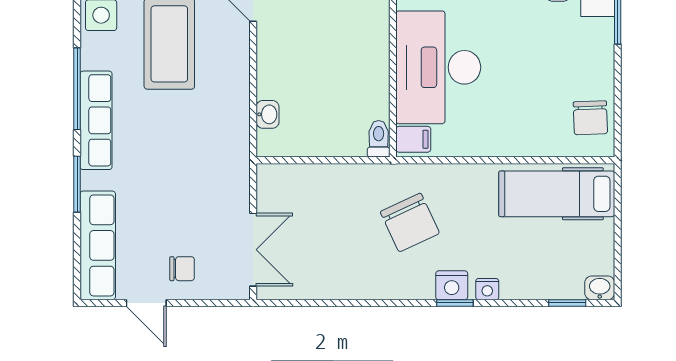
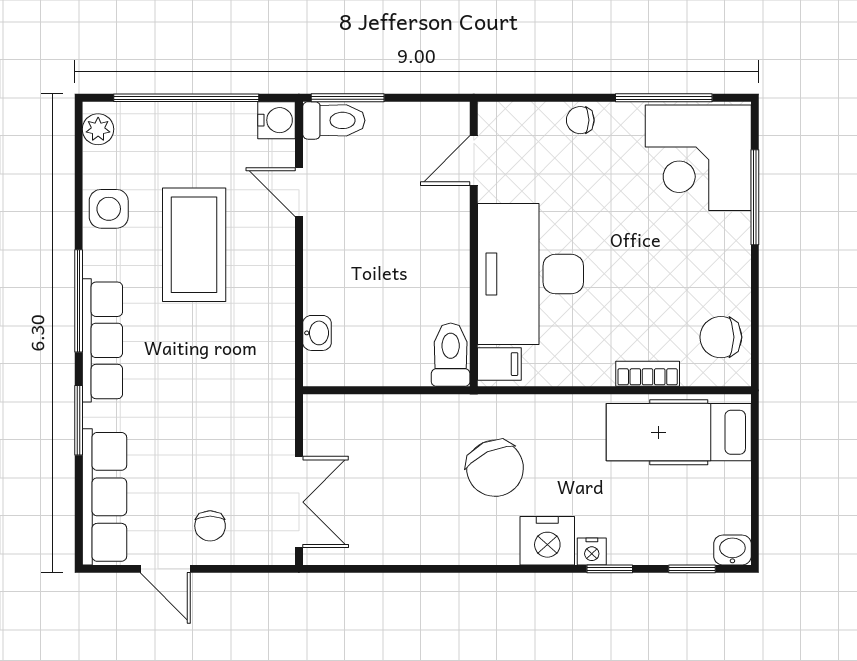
chair: (590, 118) -> (721, 337), turned 92
toilet: (379, 139) -> (451, 355), width x1.37, depth x1.39
bookcase: (532, 147) -> (648, 374), added
chair: (182, 269) -> (210, 526), turned 90
nightstand: (452, 285) -> (547, 541), width x1.36, depth x1.33
window: (455, 303) -> (610, 569), moved

